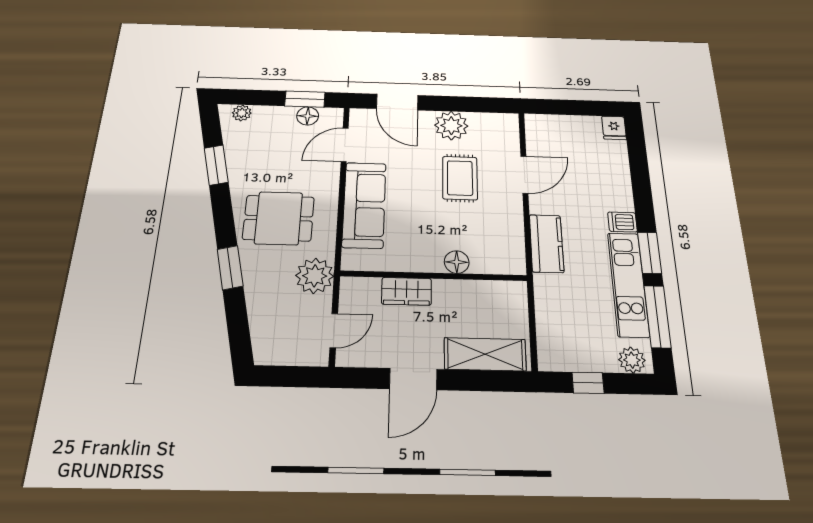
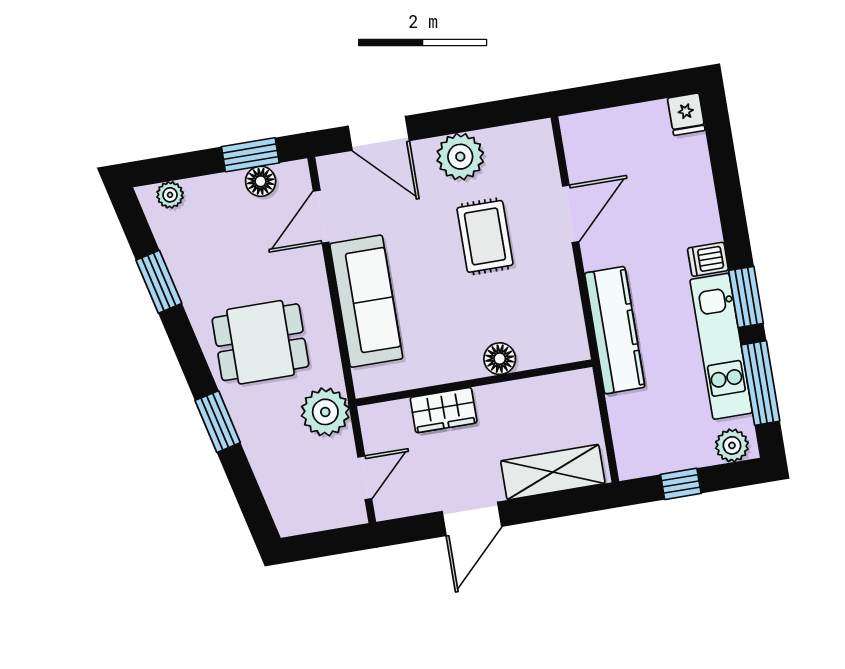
kitchen counter: (546, 243) -> (615, 330), width x1.50

